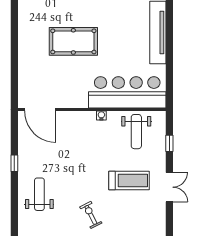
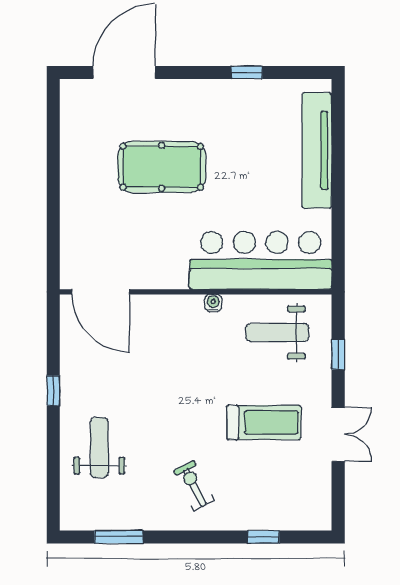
weight bench: (136, 132) -> (277, 333), turned 90

